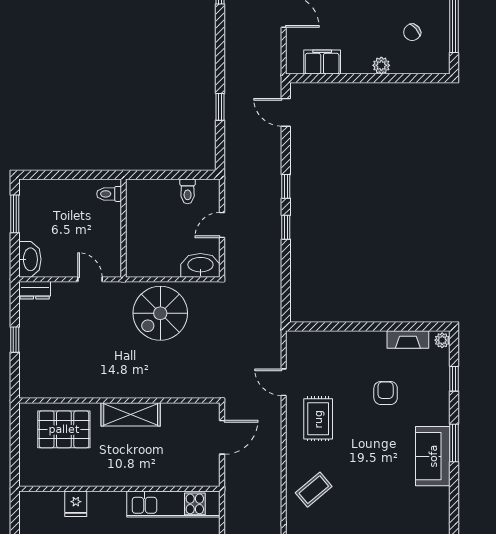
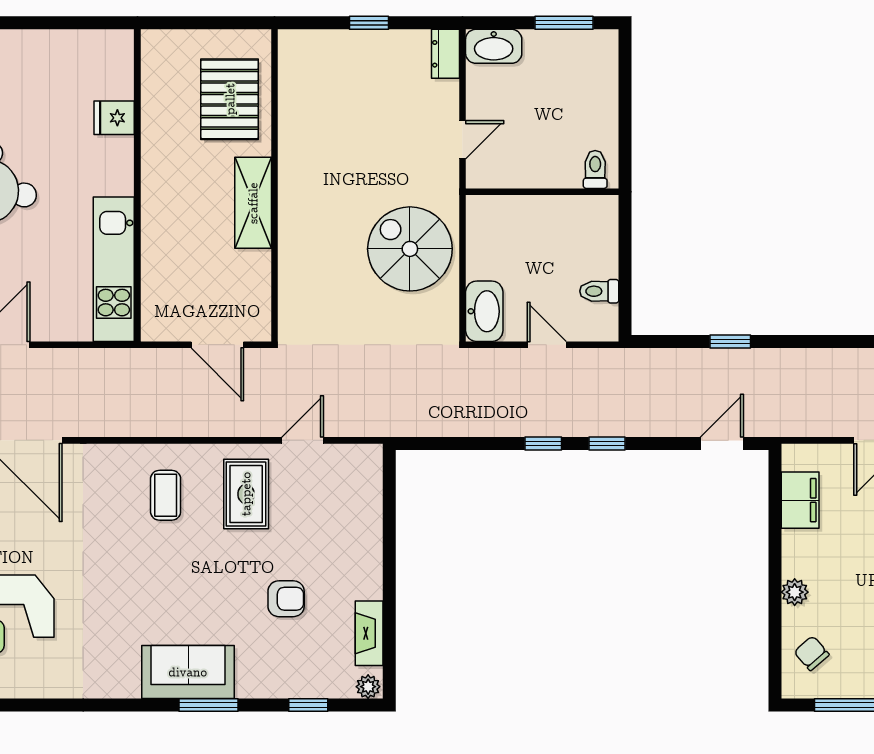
chair: (412, 32) -> (812, 653), moved
rug: (318, 419) -> (246, 494), turned 90
coffee table: (314, 490) -> (166, 495), moved, turned 40

